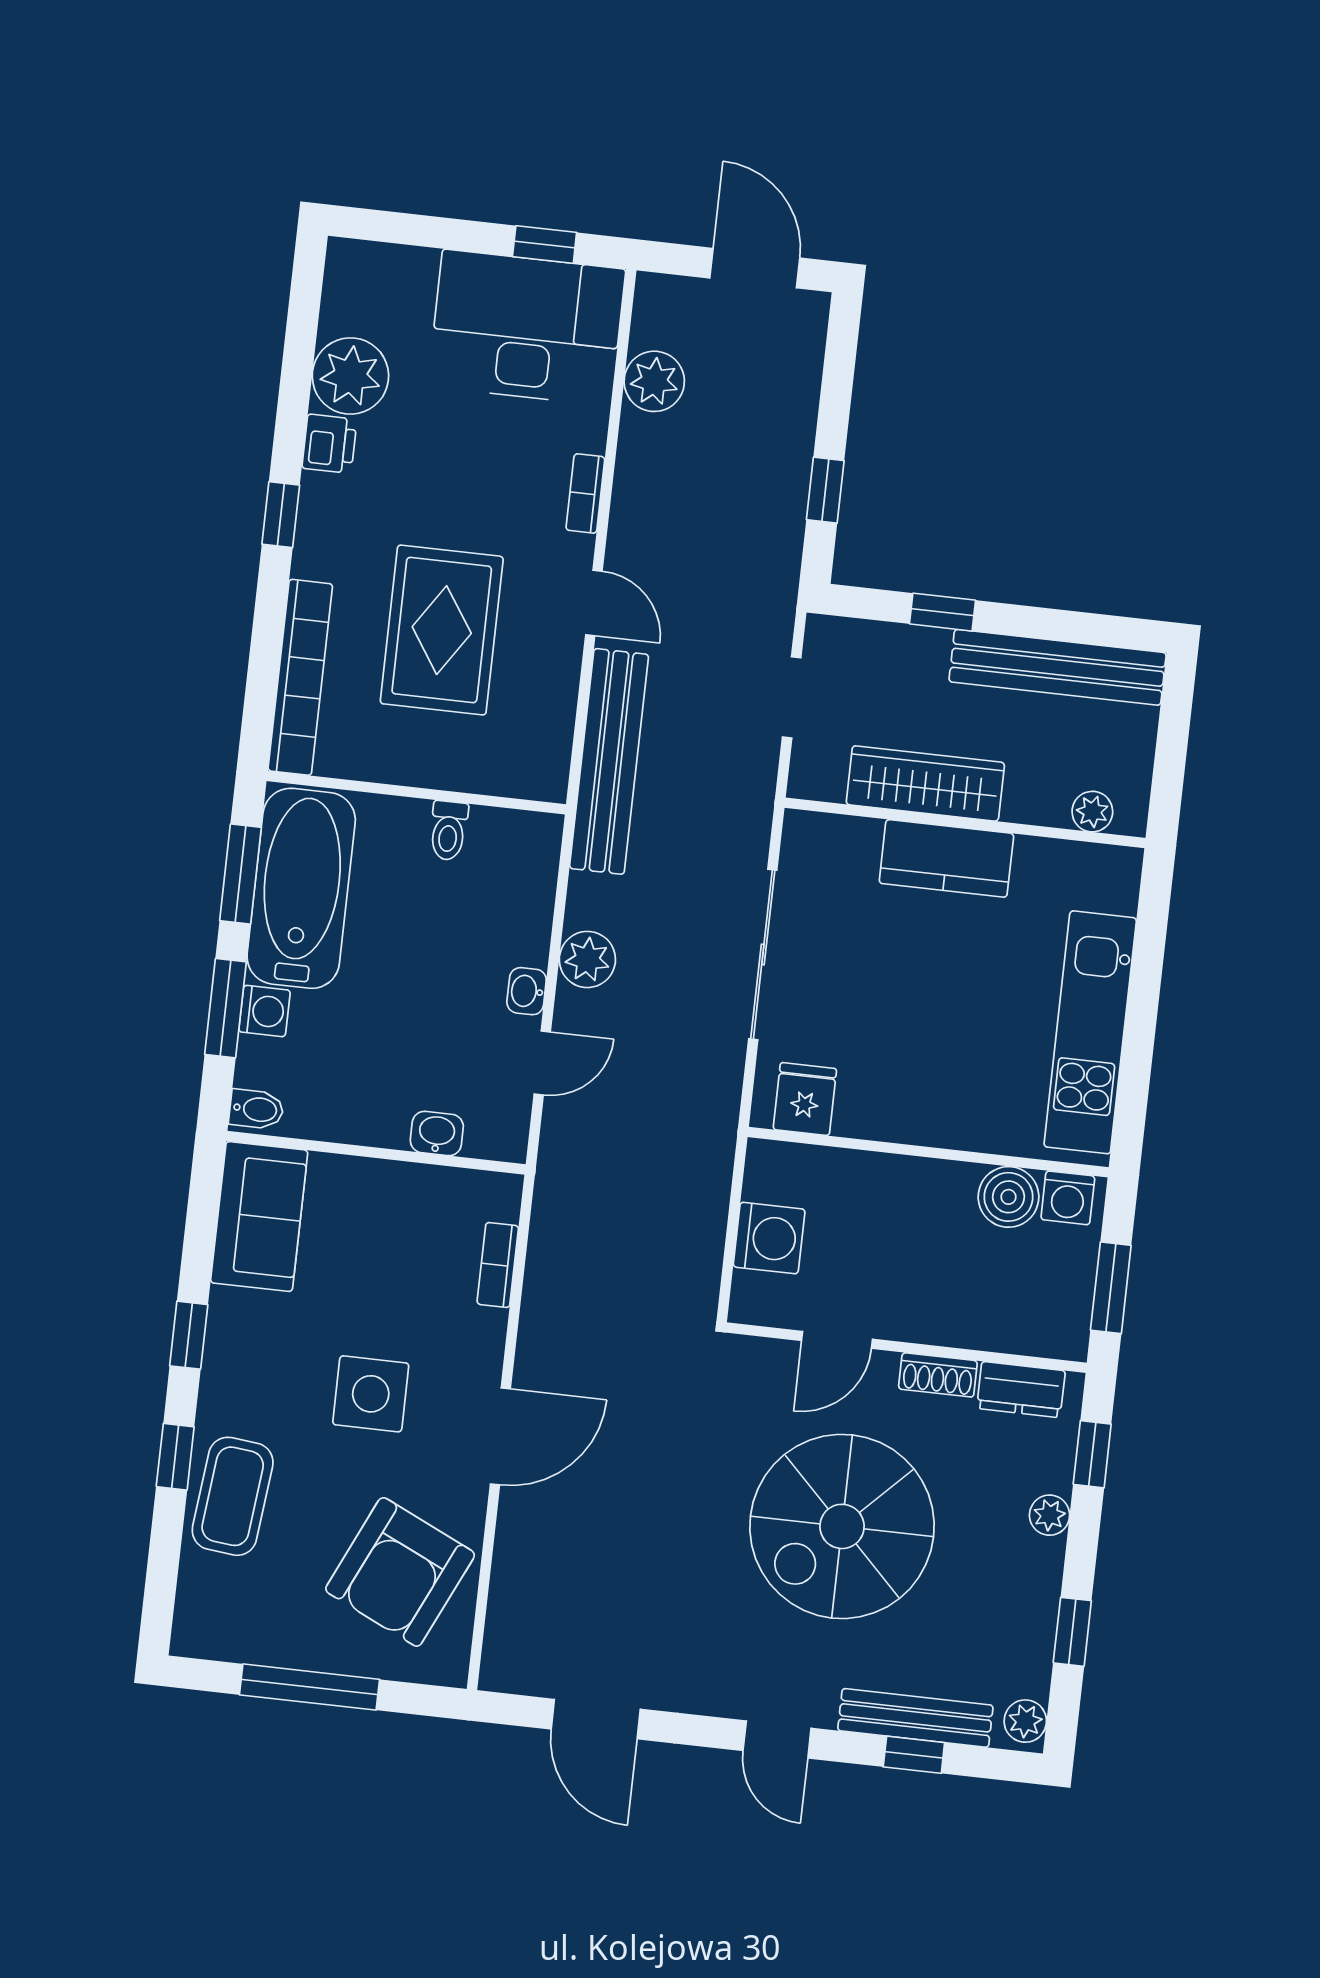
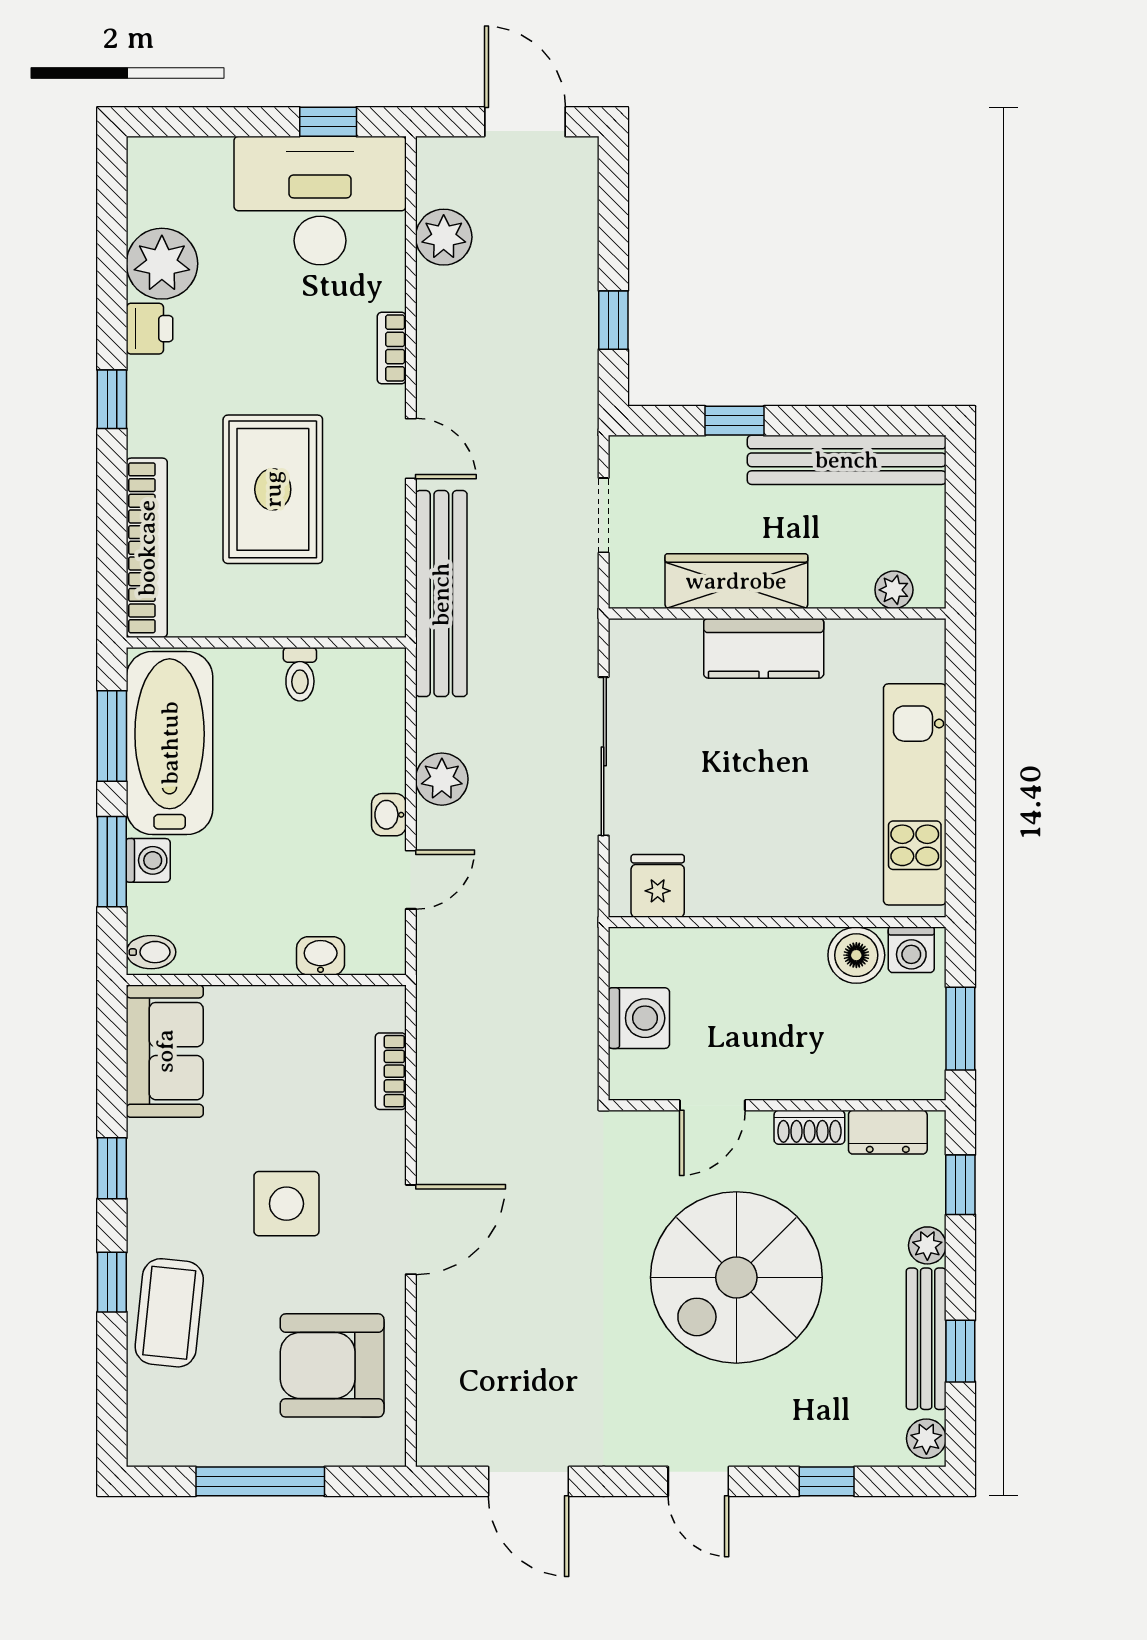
armchair: (400, 1572) -> (332, 1365), turned 65
bench: (915, 1718) -> (926, 1339), moved, turned 90

